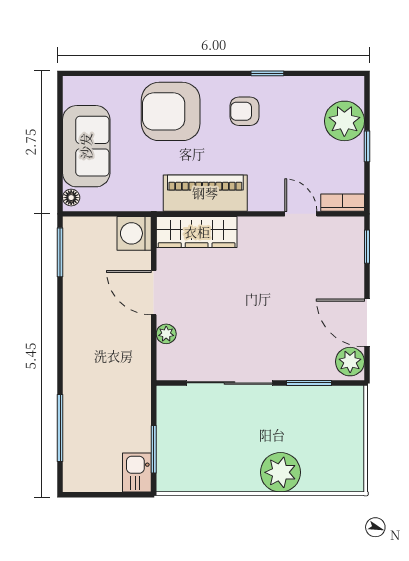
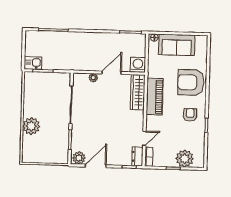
armchair: (171, 111) -> (191, 82), turned -90
dresser: (343, 229) -> (137, 156), added

